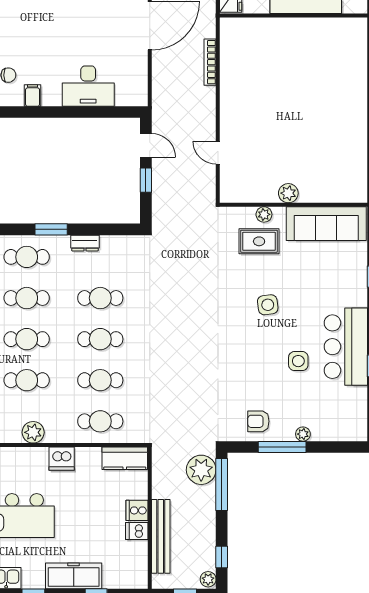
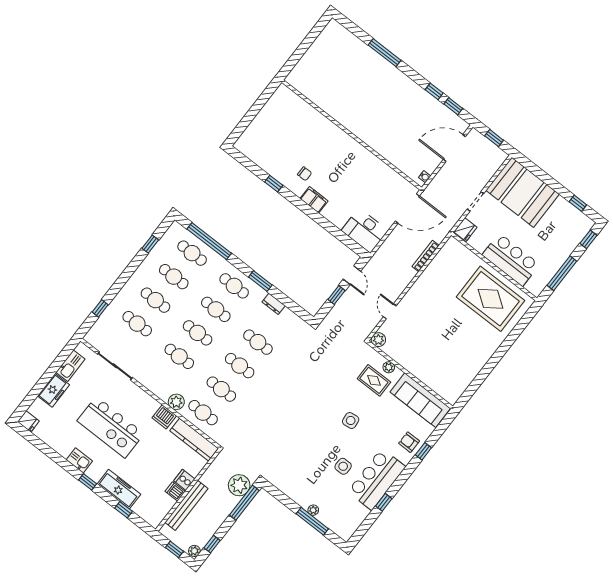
rug: (317, 54) -> (490, 299), added
desk: (88, 86) -> (365, 231), moved
filing cabinet: (33, 95) -> (314, 200), width x2.00
plant: (288, 193) -> (378, 340), moved
armchair: (258, 421) -> (409, 442), moved
plant: (33, 432) -> (176, 402), moved
window: (282, 447) -> (312, 521), moved
kitchen counter: (125, 458) -> (194, 440), width x1.50

